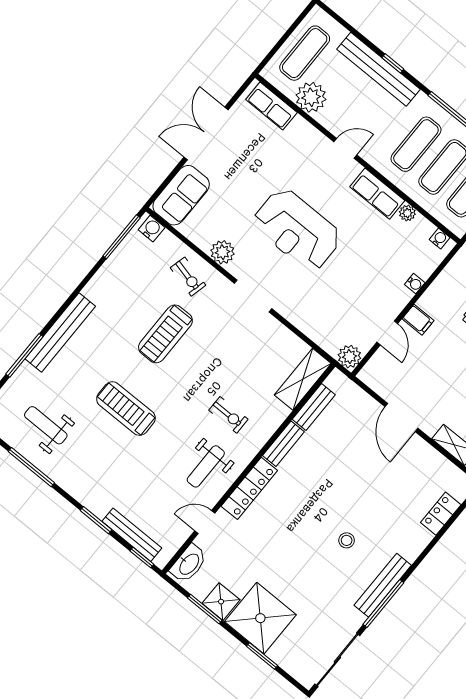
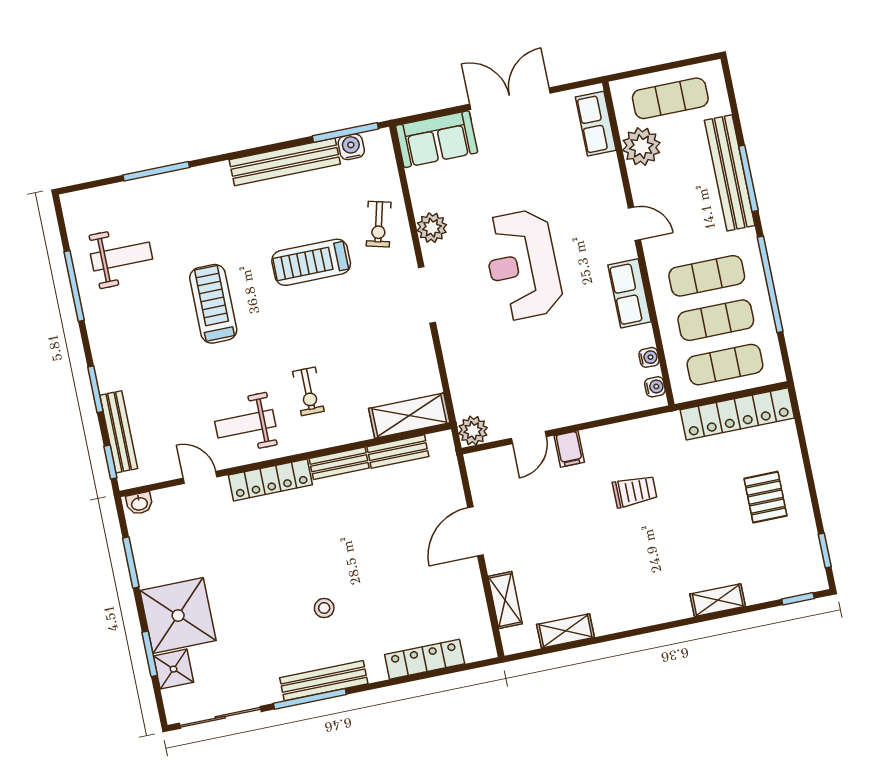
window: (393, 63) -> (748, 178), width x2.17
plant: (407, 213) -> (644, 336), removed
water cooler: (152, 229) -> (351, 147), moved, turned -90
water cooler: (415, 284) -> (649, 357), moved, turned -90
bench: (60, 332) -> (285, 162), moved
weight bench: (46, 425) -> (122, 257), turned 90
locker: (441, 514) -> (425, 659), width x1.53
washbasin: (189, 564) -> (139, 503), width x0.52, depth x0.69
shower: (221, 602) -> (174, 669), moved

